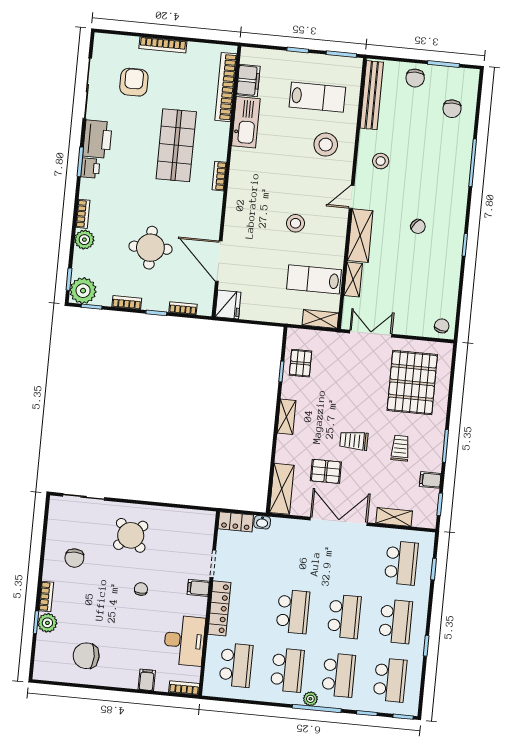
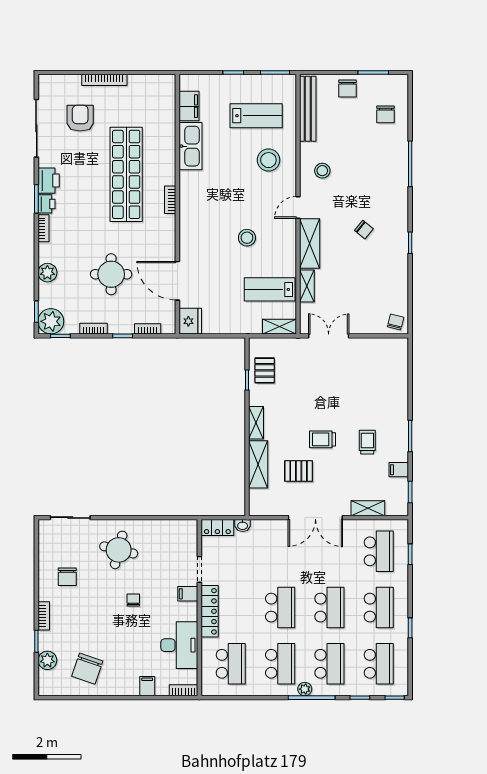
bookcase: (226, 87) -> (168, 114), removed
printer: (97, 139) -> (49, 181), width x0.73, depth x0.84
shop shelf: (176, 145) -> (126, 174), width x1.40
bookcase: (83, 214) -> (44, 228), moved
pallet: (412, 383) -> (373, 379), removed
shelving: (282, 489) -> (258, 464), moved
double door: (339, 521) -> (315, 518), swing flipped
round table: (131, 535) -> (119, 550), turned -33
plant: (47, 623) -> (47, 660), moved
chair: (86, 656) -> (87, 669), turned -71

